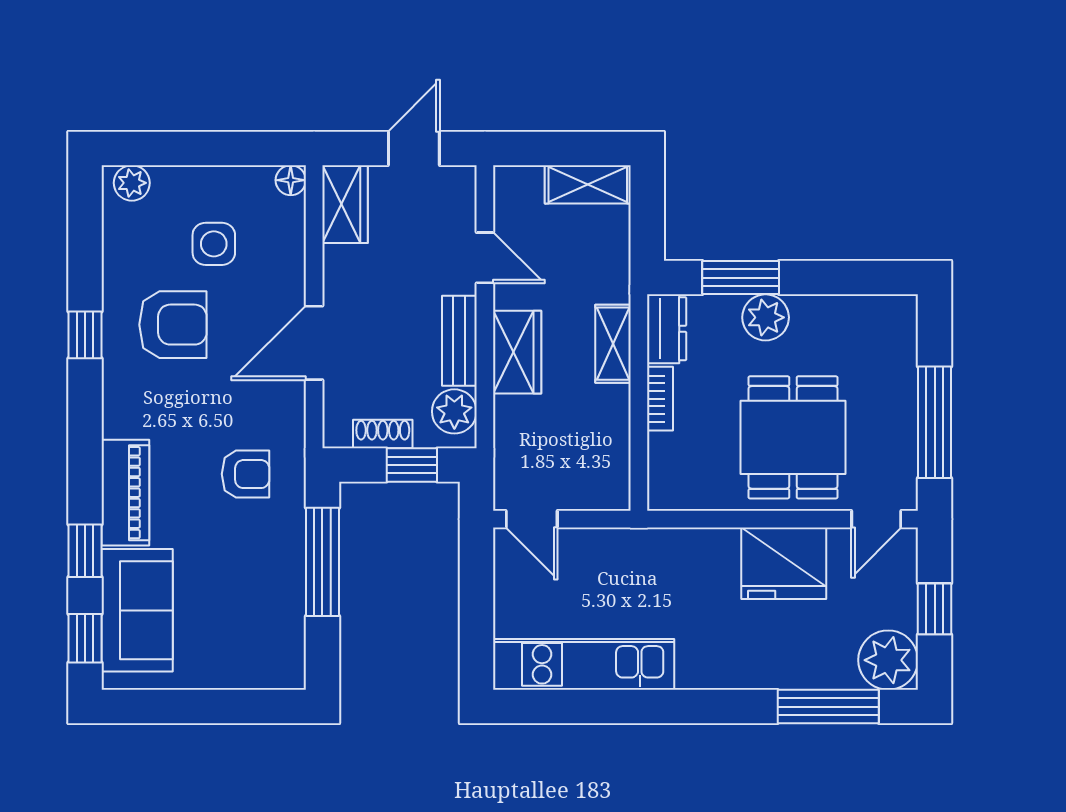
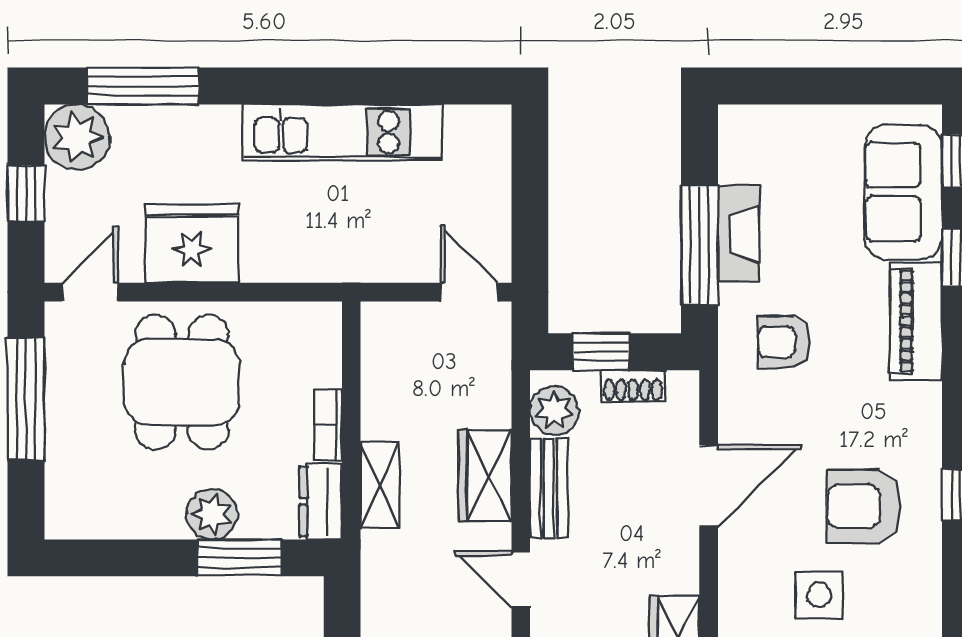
fireplace: (287, 572) -> (738, 234), added
kitchen unit: (584, 664) -> (343, 132), moved

